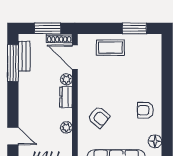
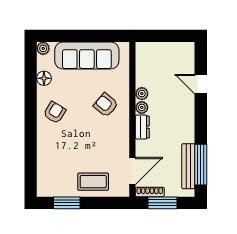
bench: (24, 56) -> (188, 166), width x1.36
door: (75, 57) -> (132, 171), hinge flipped
plant: (66, 79) -> (142, 107), moved
armchair: (145, 110) -> (55, 113), turned -59

